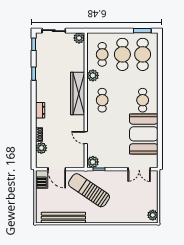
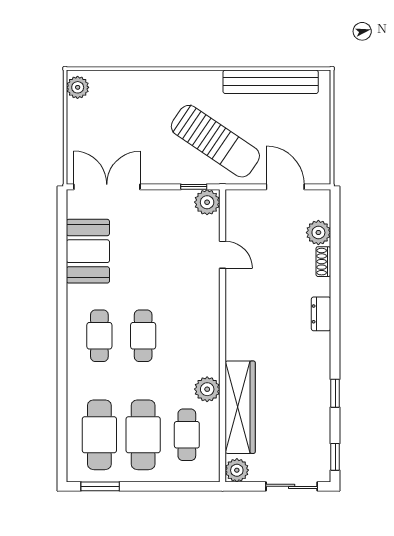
wardrobe: (78, 93) -> (240, 407), moved
cafe table: (102, 100) -> (143, 336), moved
booth: (144, 134) -> (88, 251), width x0.73, depth x0.70
double door: (139, 169) -> (107, 187), width x1.37
barbecue: (42, 179) -> (318, 165), removed

